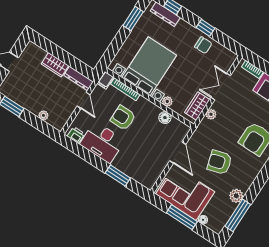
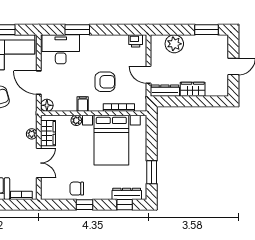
filing cabinet: (105, 80) -> (83, 104), moved
plant: (43, 115) -> (174, 44), width x1.88, depth x1.88
floor lamp: (165, 118) -> (47, 105), moved
desk: (102, 142) -> (61, 49), moved

